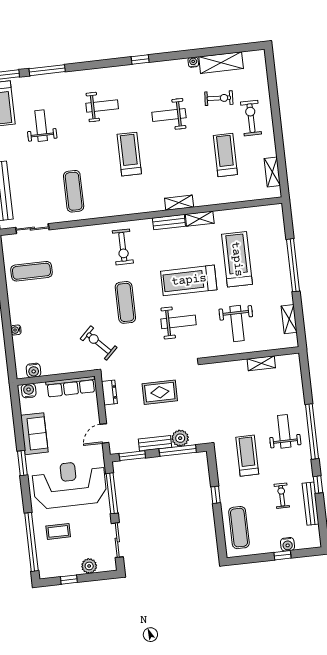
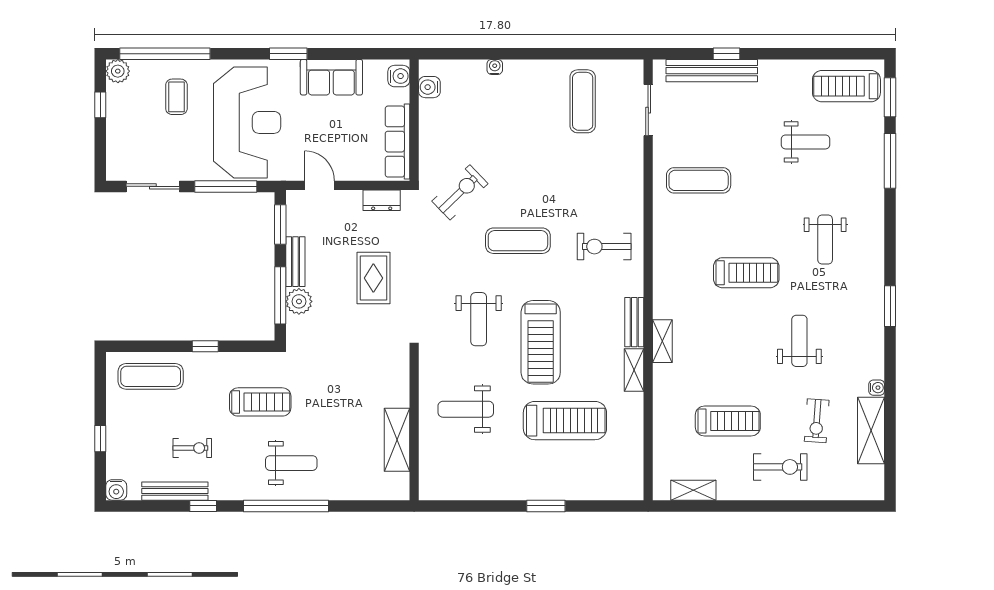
window: (140, 60) -> (890, 306), width x1.50
window: (293, 265) -> (546, 506), width x0.47
treadmill: (189, 280) -> (541, 342), turned 180
shelving: (289, 319) -> (463, 490), removed
shelving: (261, 363) -> (397, 440), width x1.50, depth x1.33
water cooler: (288, 544) -> (116, 490), moved, turned -90
plant: (89, 566) -> (118, 71), moved

